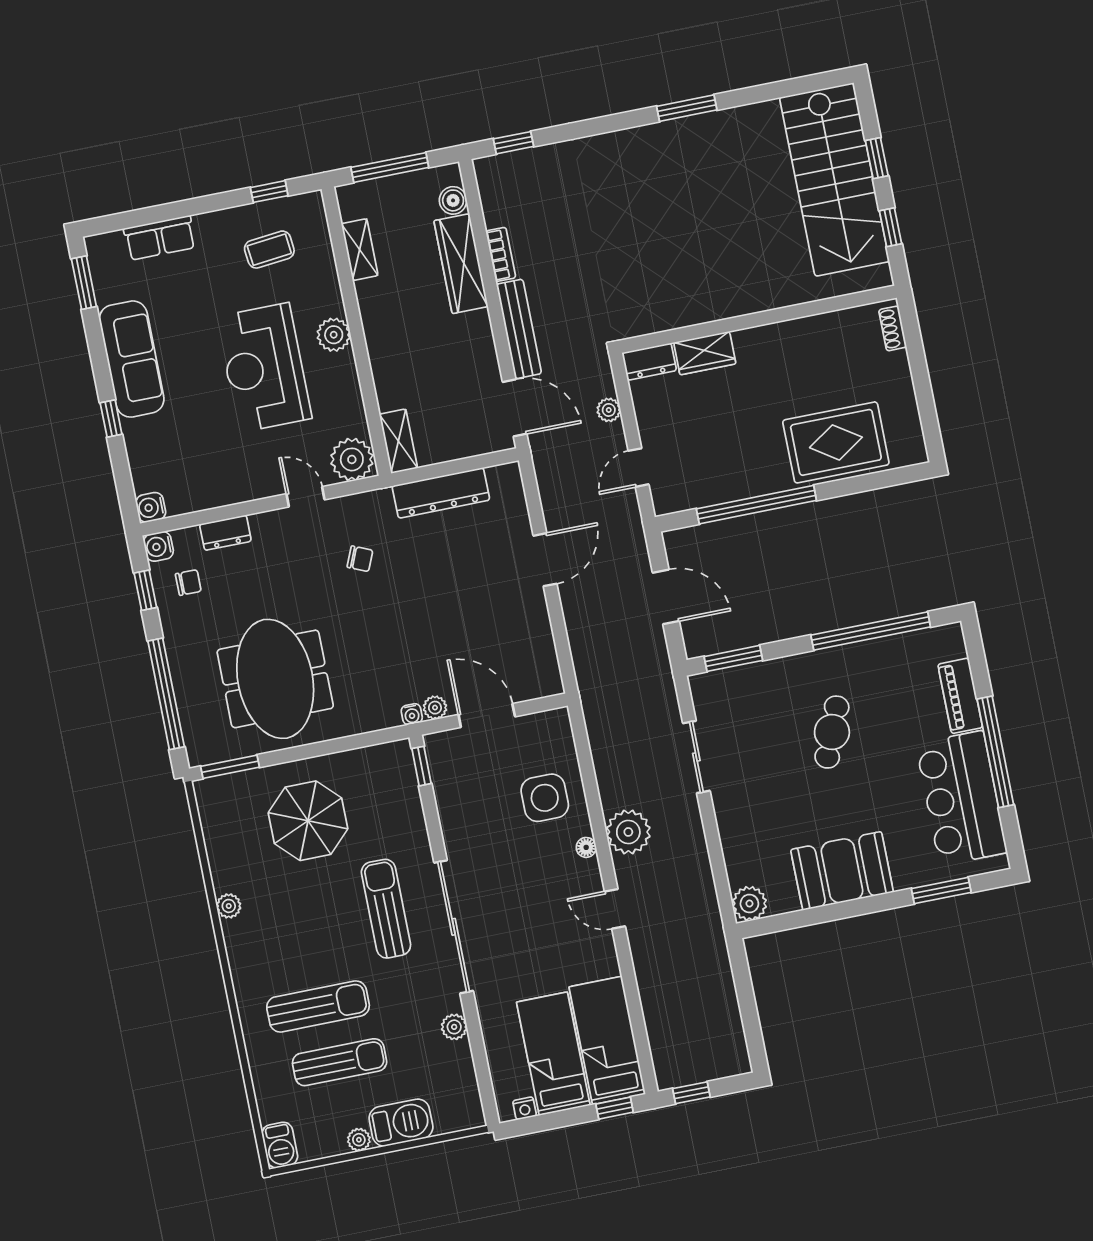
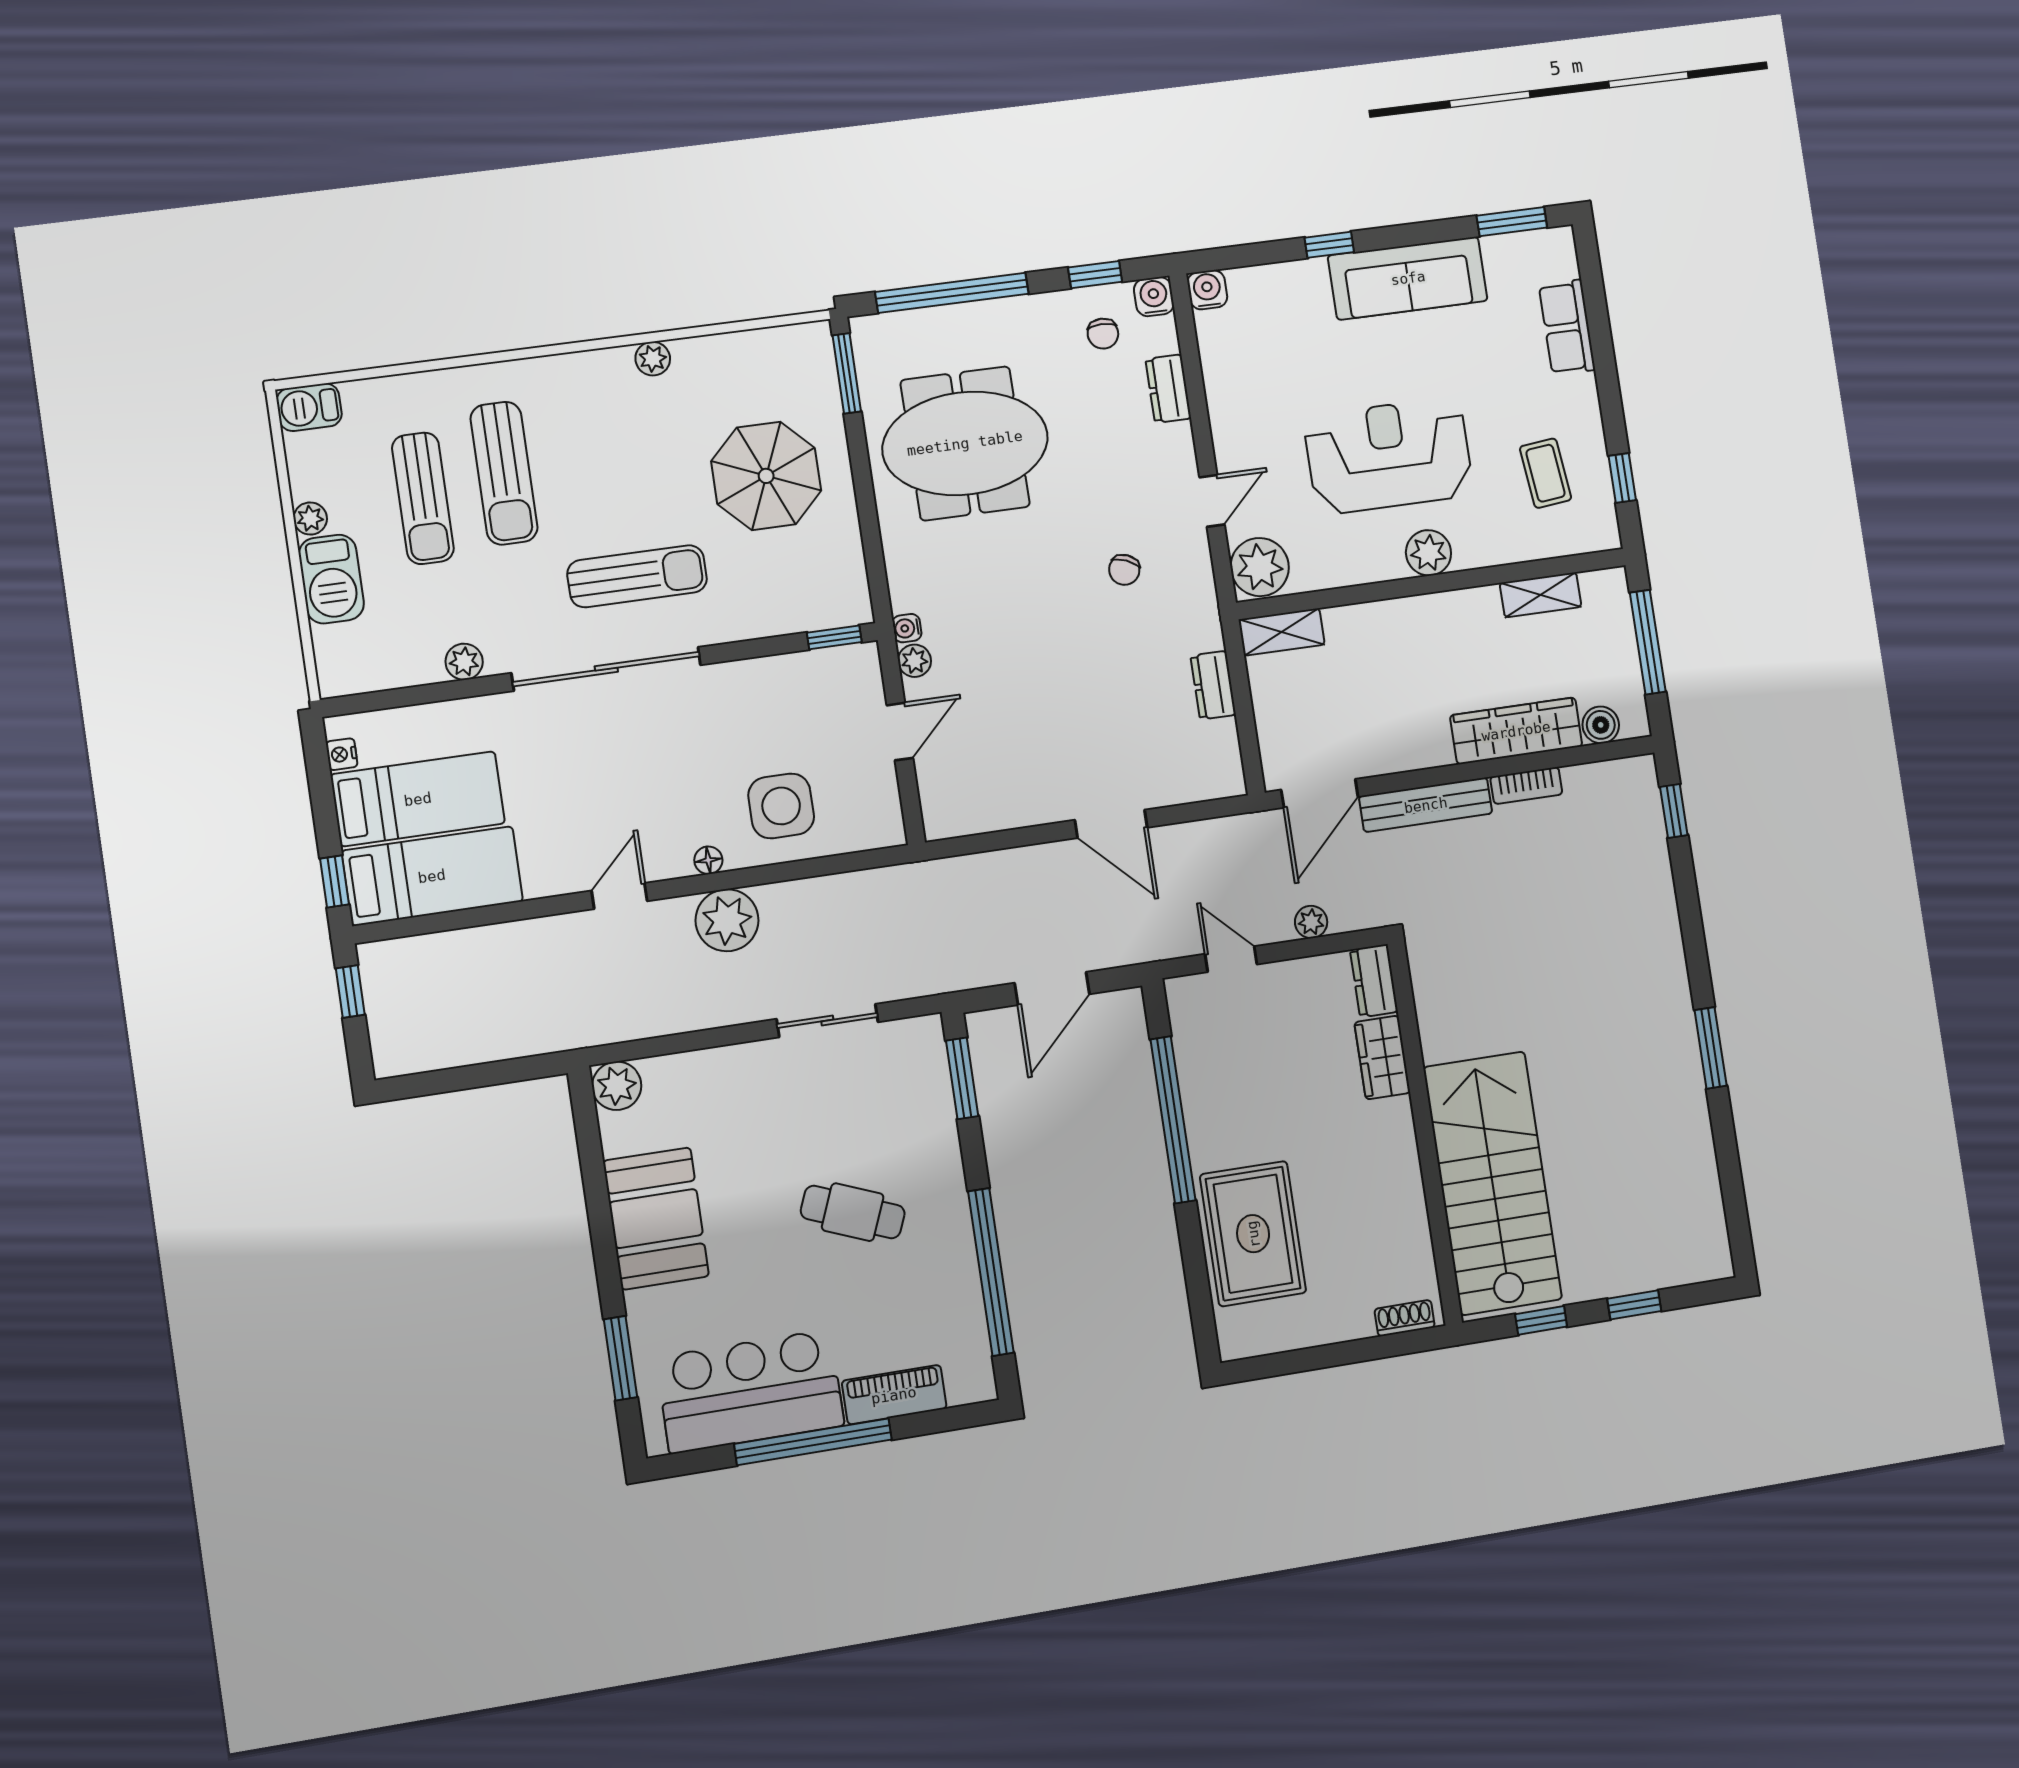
stairs: (834, 180) -> (1493, 1183), moved, turned 90
dresser: (441, 493) -> (1213, 685), width x0.51, depth x0.80
door: (487, 716) -> (900, 732), width x0.73

